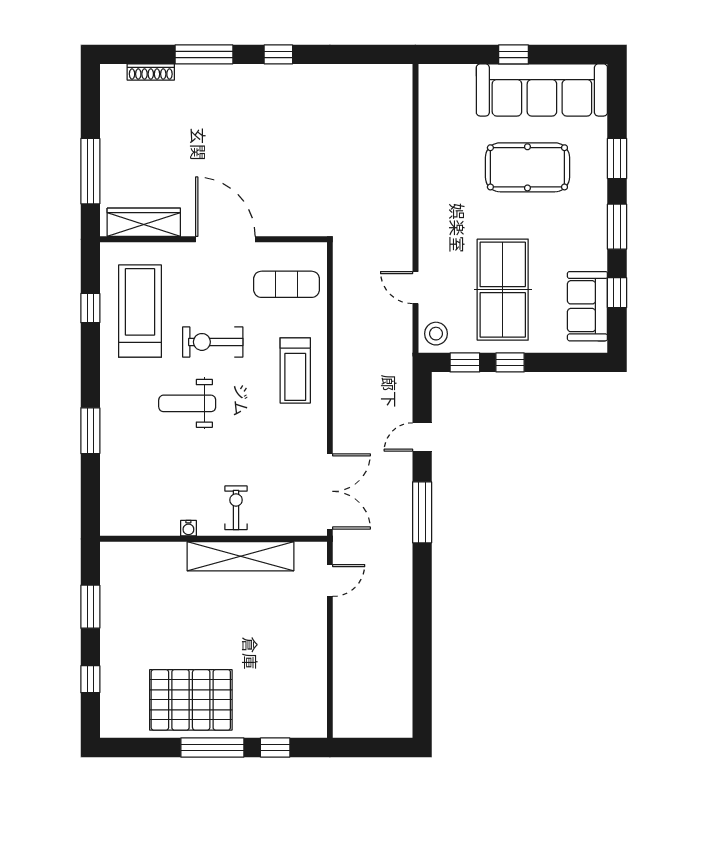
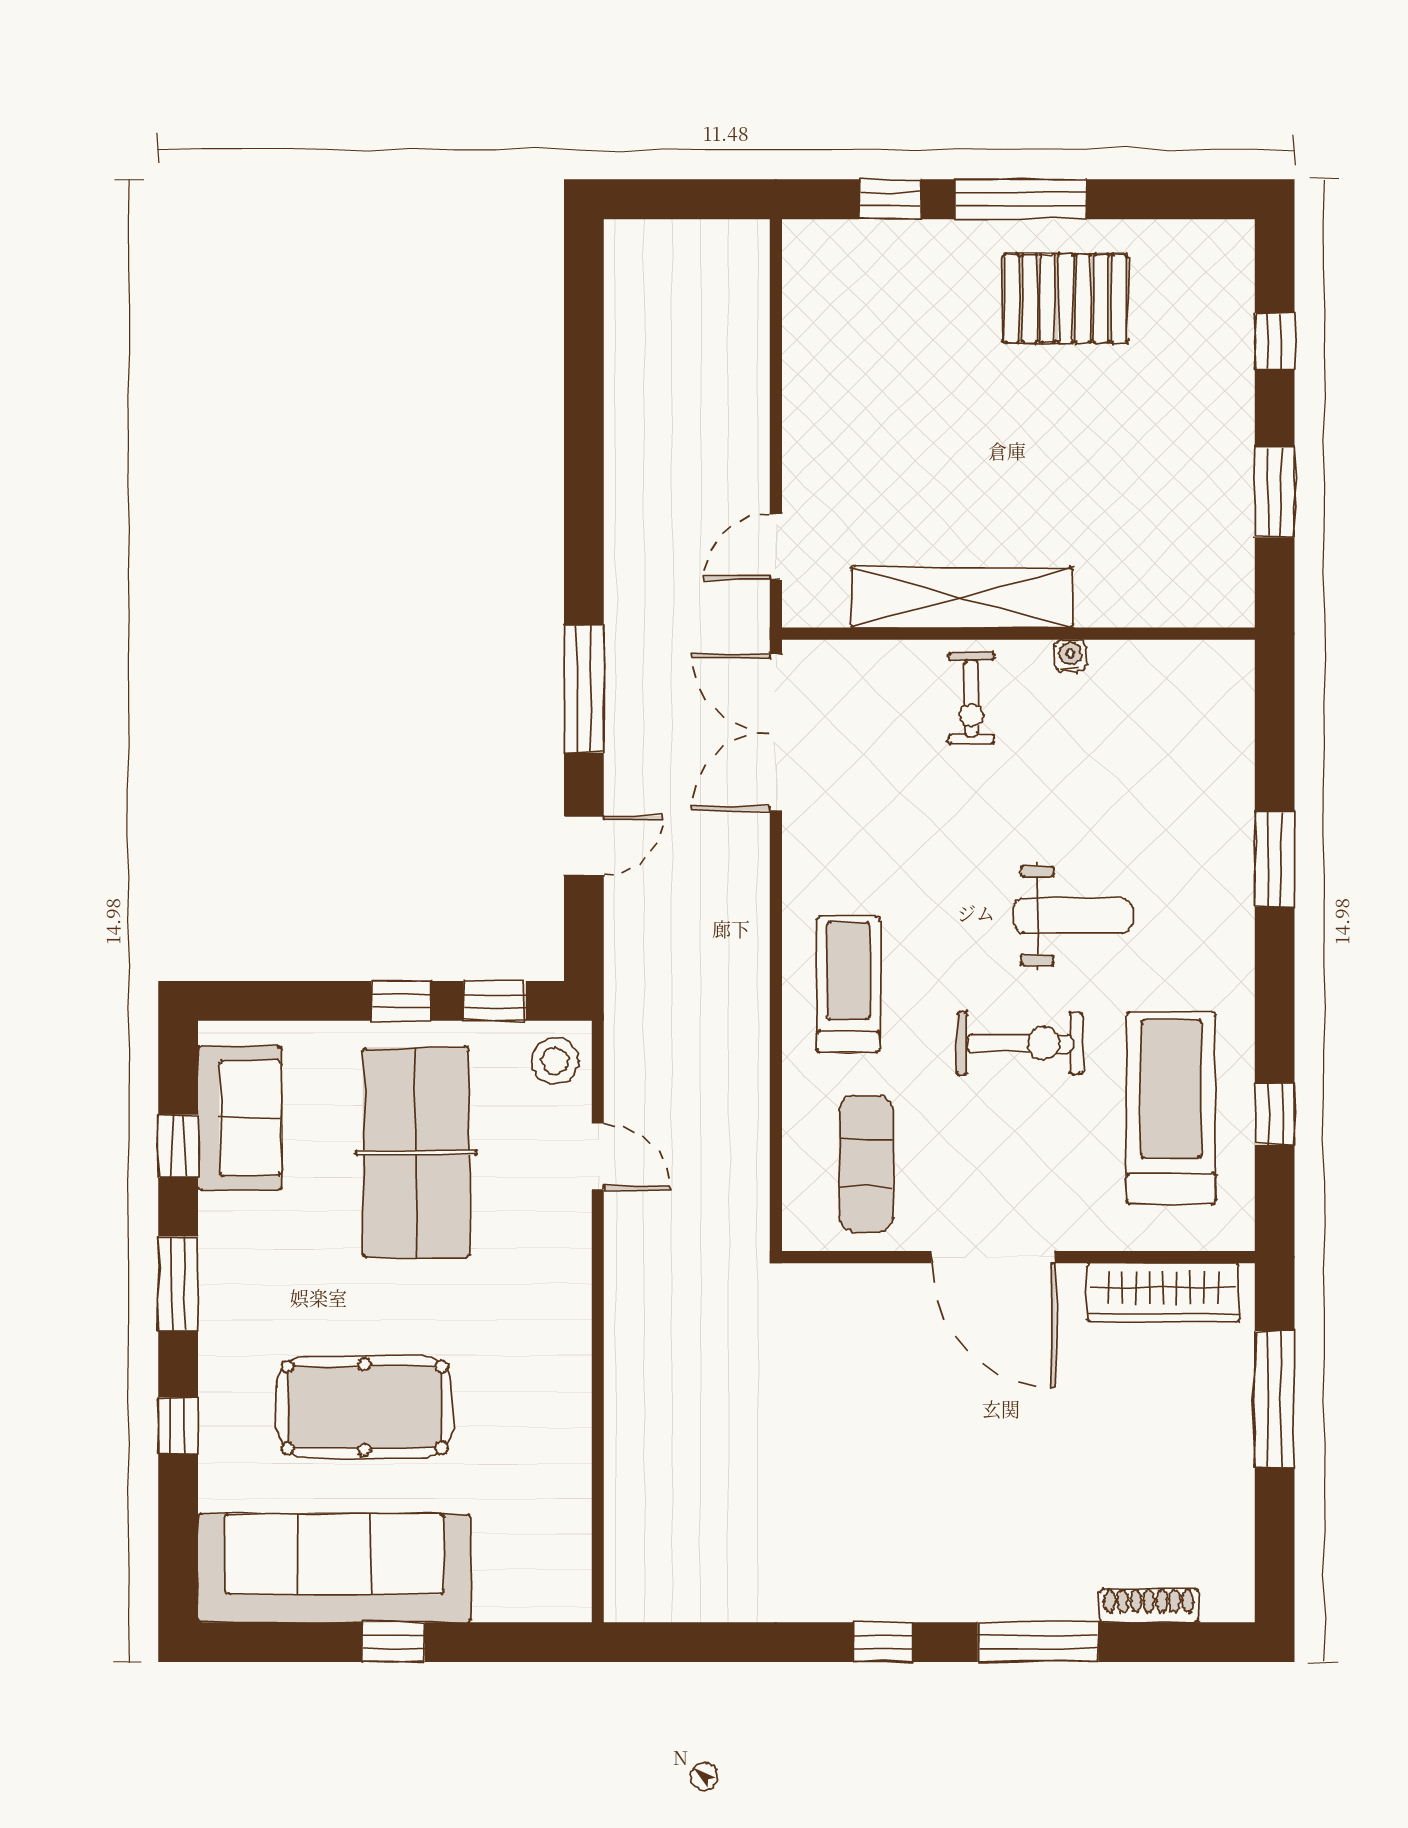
window: (617, 158) -> (178, 1425), width x0.67
exercise mat: (287, 284) -> (866, 1164), turned 90
treadmill: (140, 311) -> (1171, 1108), turned 180
pallet: (191, 700) -> (1065, 298), width x0.73, depth x0.71

